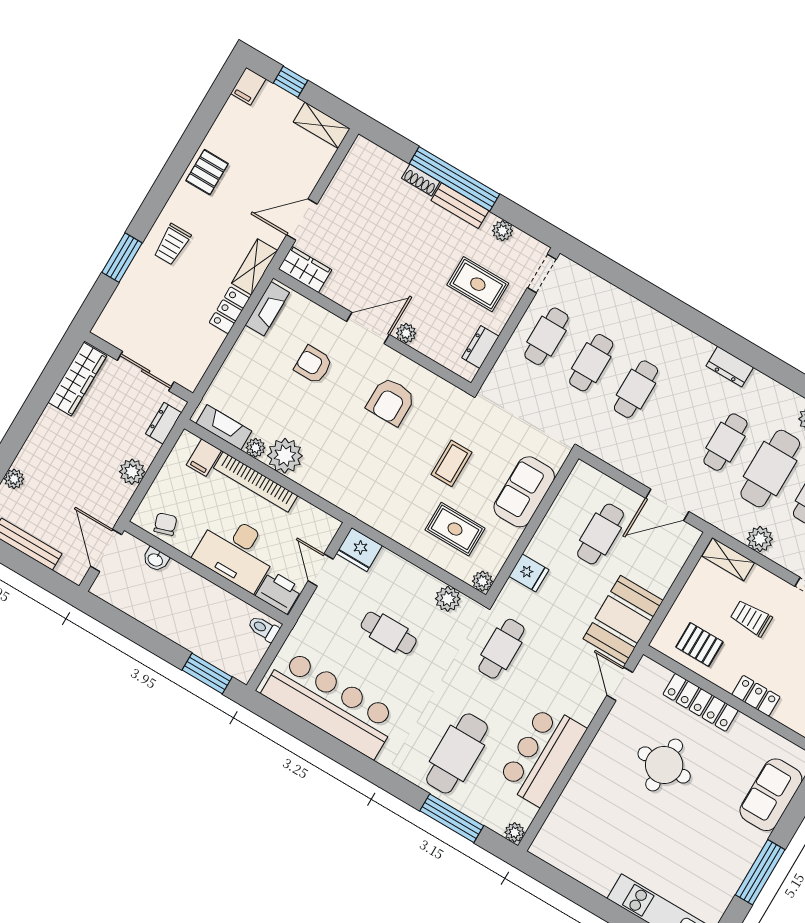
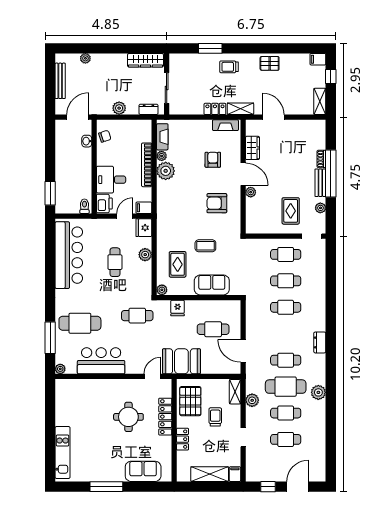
wardrobe: (305, 269) -> (252, 148), moved
dresser: (480, 347) -> (264, 228), removed
filing cabinet: (204, 458) -> (144, 208), moved
desk: (237, 552) -> (111, 180), width x0.73
plant: (448, 599) -> (145, 255), moved
pallet: (699, 644) -> (190, 401), width x1.50, depth x1.42

